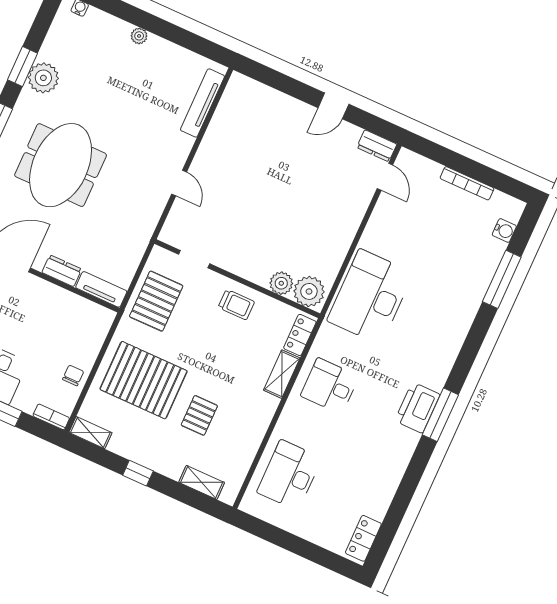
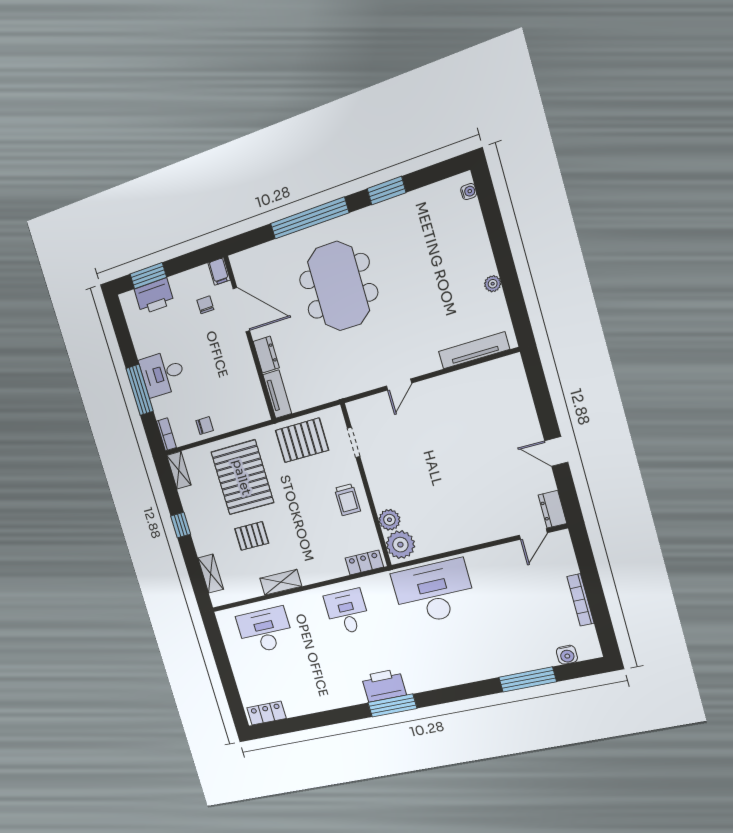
plant: (139, 36) -> (493, 284), moved
plant: (43, 78) -> (391, 214), removed
meeting table: (61, 165) -> (338, 286), turned 90
shelving: (282, 374) -> (281, 582), moved

